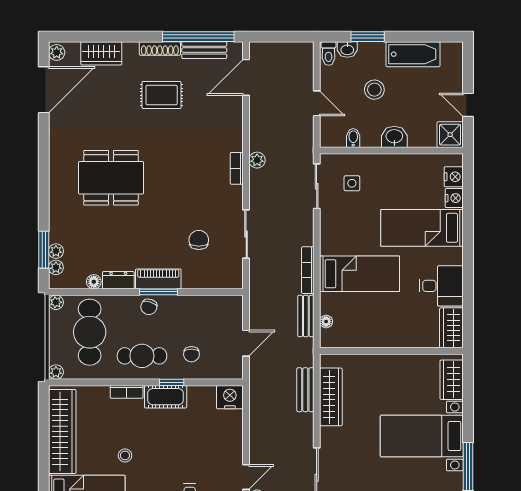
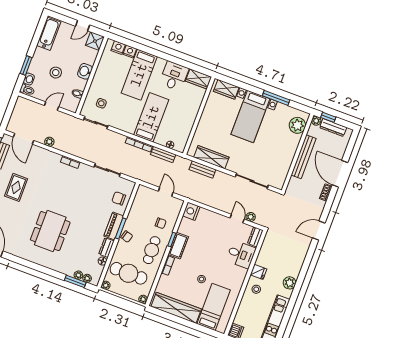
bathtub: (413, 54) -> (49, 34), moved
plant: (257, 160) -> (49, 142), moved
chair: (199, 240) -> (119, 198), moved

